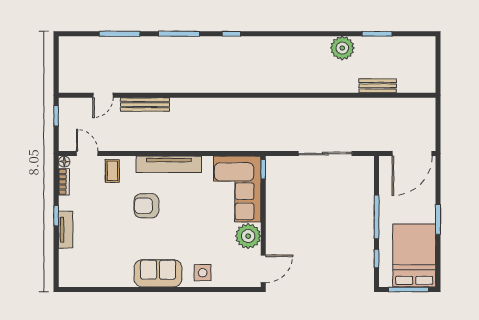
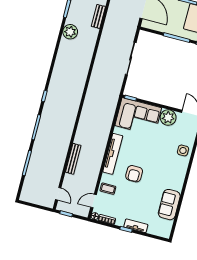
door: (103, 95) -> (58, 194), moved
sofa: (158, 273) -> (169, 205), moved

